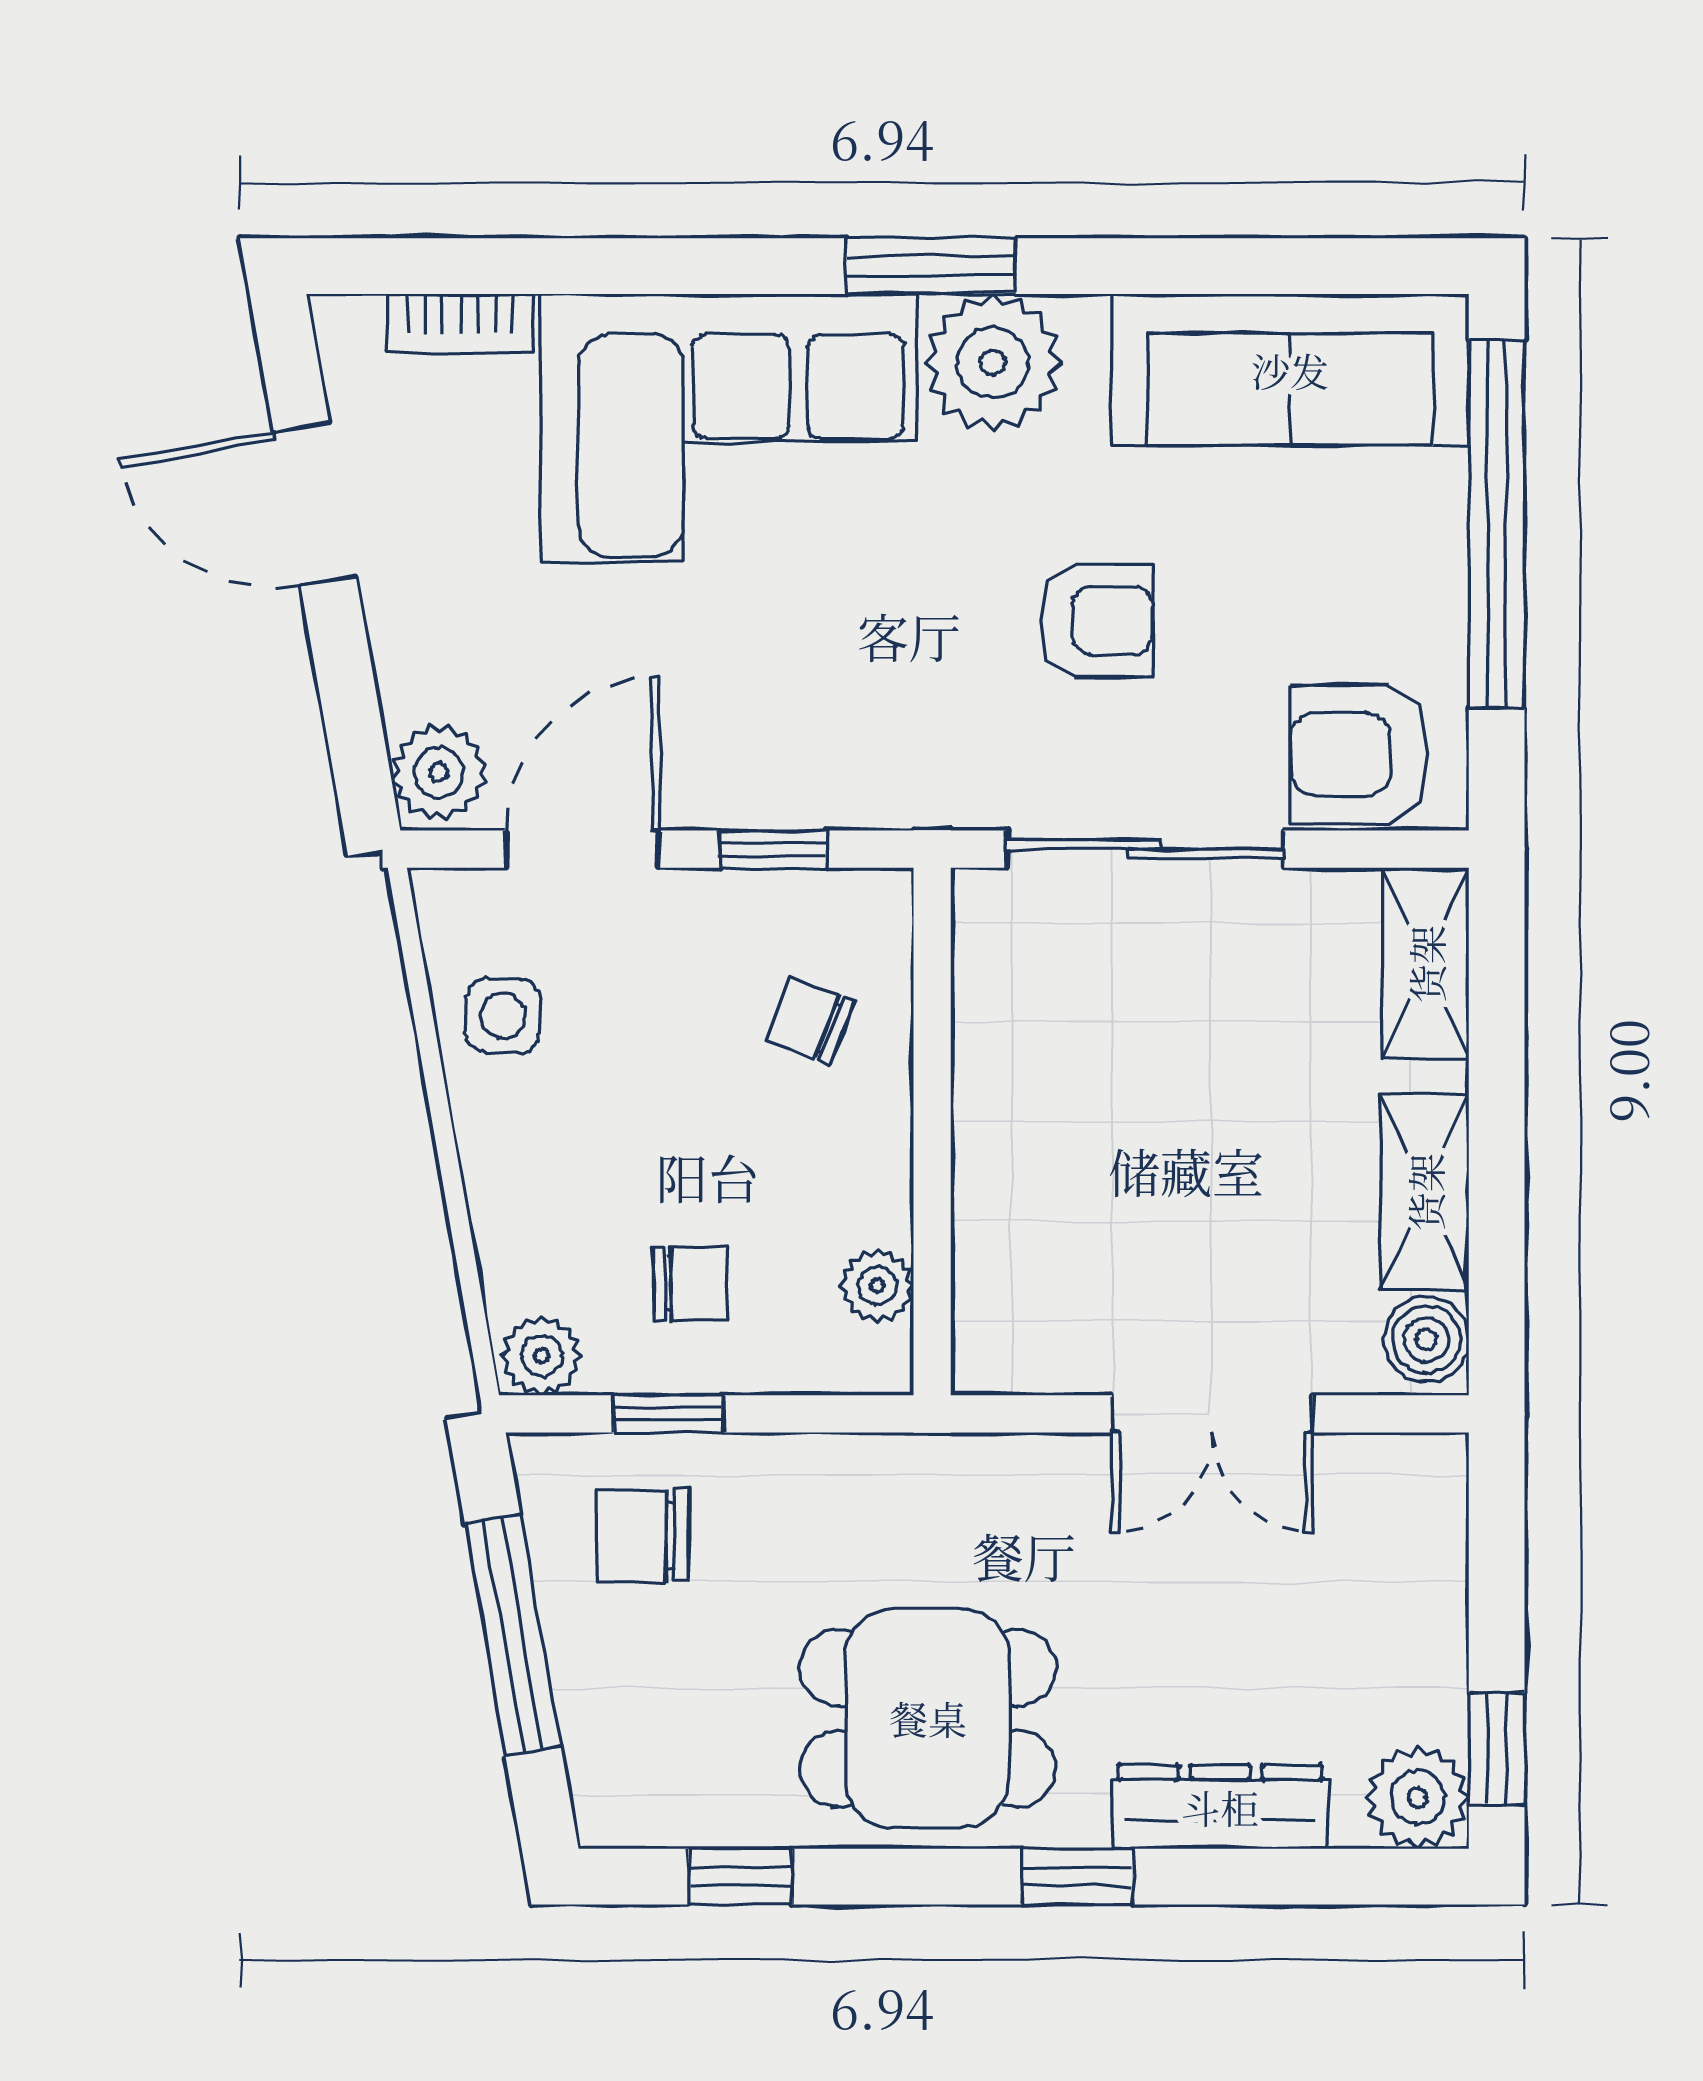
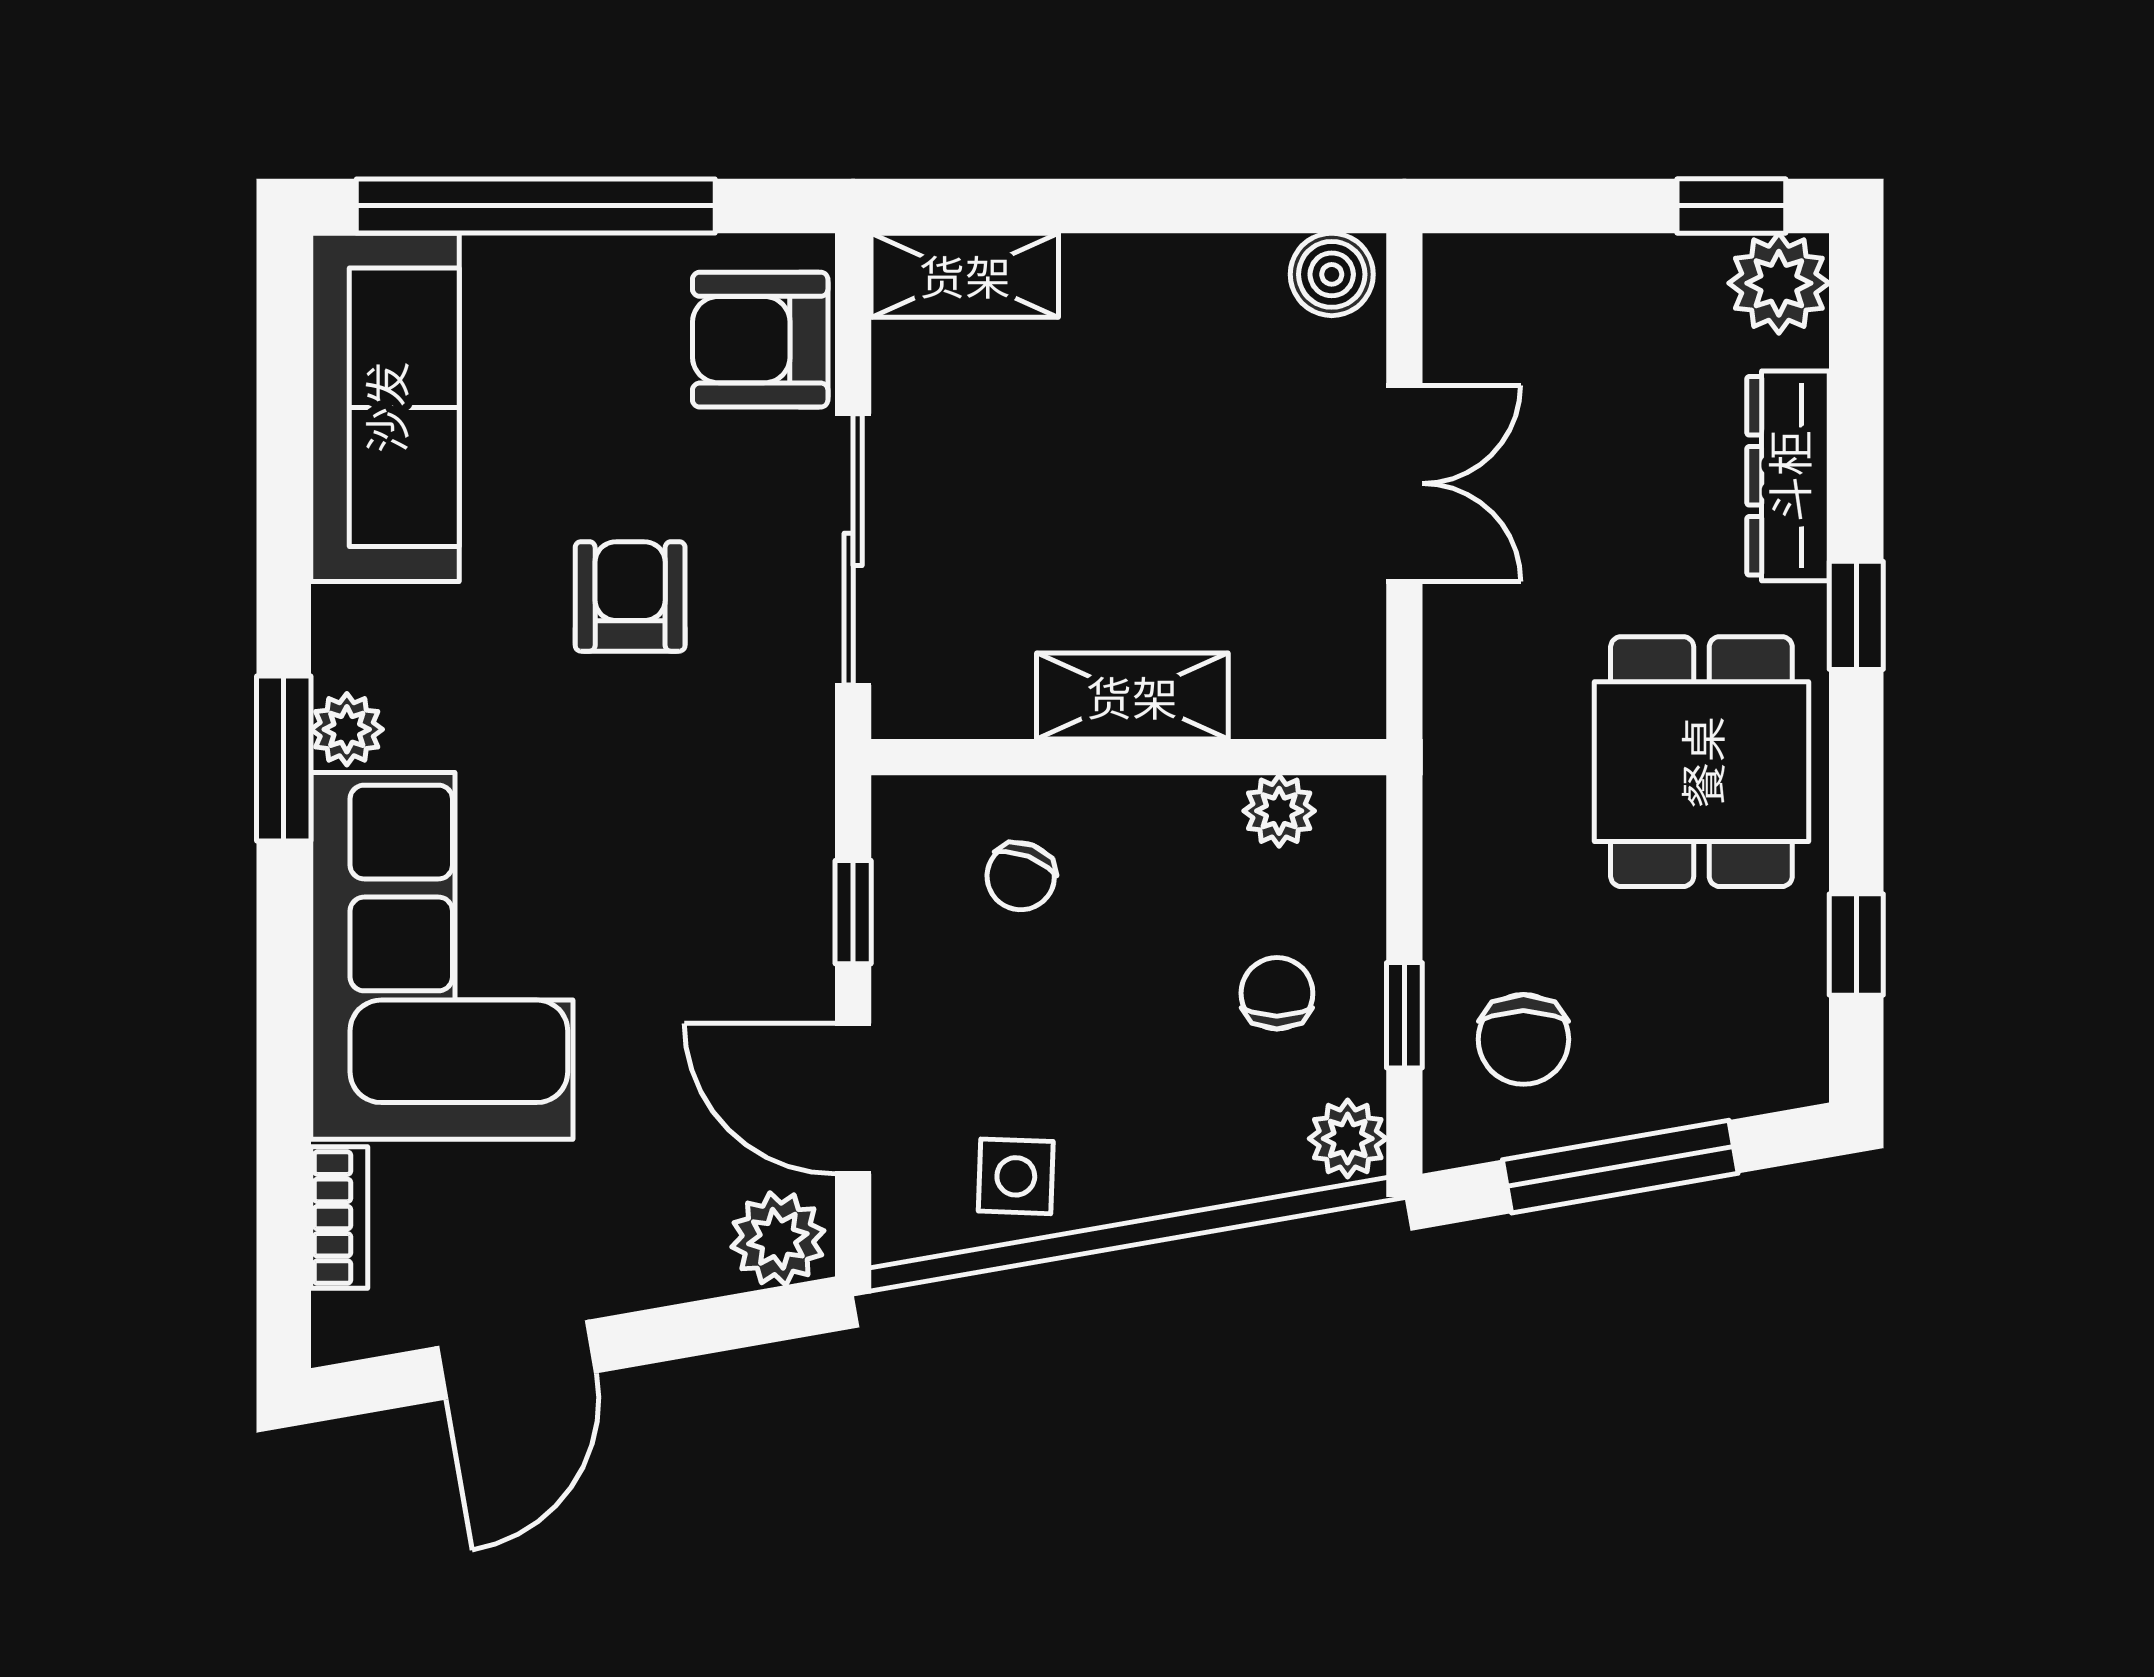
plant: (993, 363) -> (347, 729), width x0.53, depth x0.53
armchair: (1360, 754) -> (760, 340), turned 90
shelving: (1425, 1192) -> (1132, 696), moved

